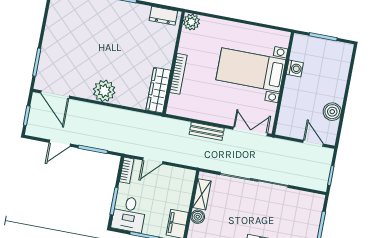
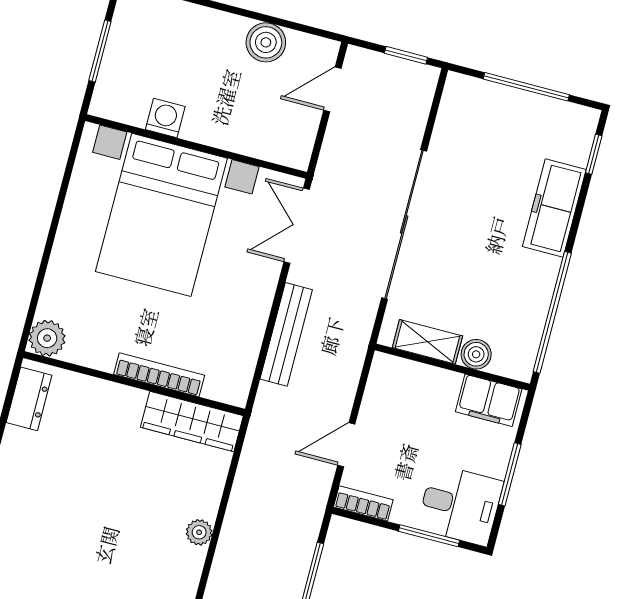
bed with nightstands: (251, 70) -> (161, 215), width x1.36
plant: (104, 91) -> (199, 532), width x0.53, depth x0.53
bench: (207, 131) -> (286, 334), width x1.36
door: (153, 161) -> (346, 445), swing flipped

